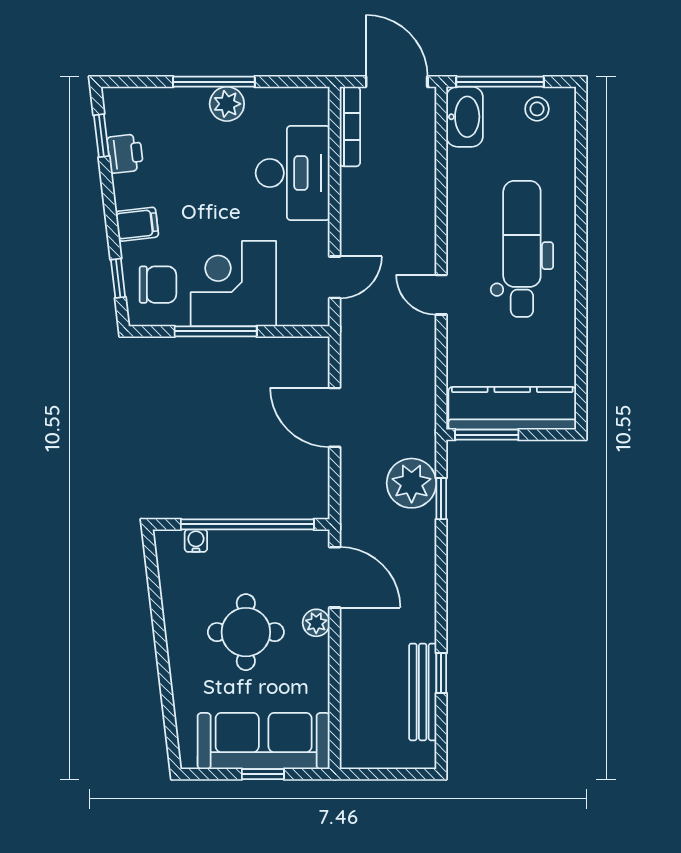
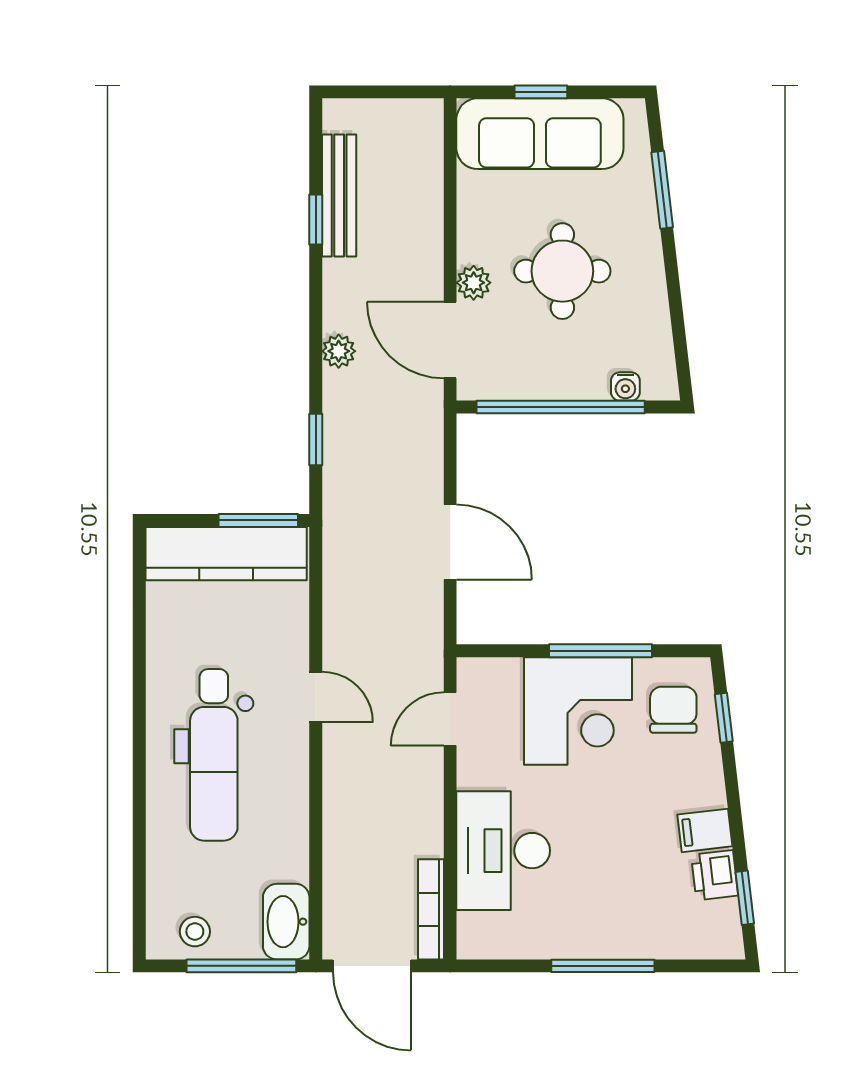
plant: (227, 104) -> (586, 938), removed
filing cabinet: (137, 224) -> (705, 830), moved
chair: (158, 285) -> (673, 710), turned 90
plant: (412, 483) -> (339, 351), moved, width x0.53, depth x0.53
window: (167, 696) -> (662, 190), added

